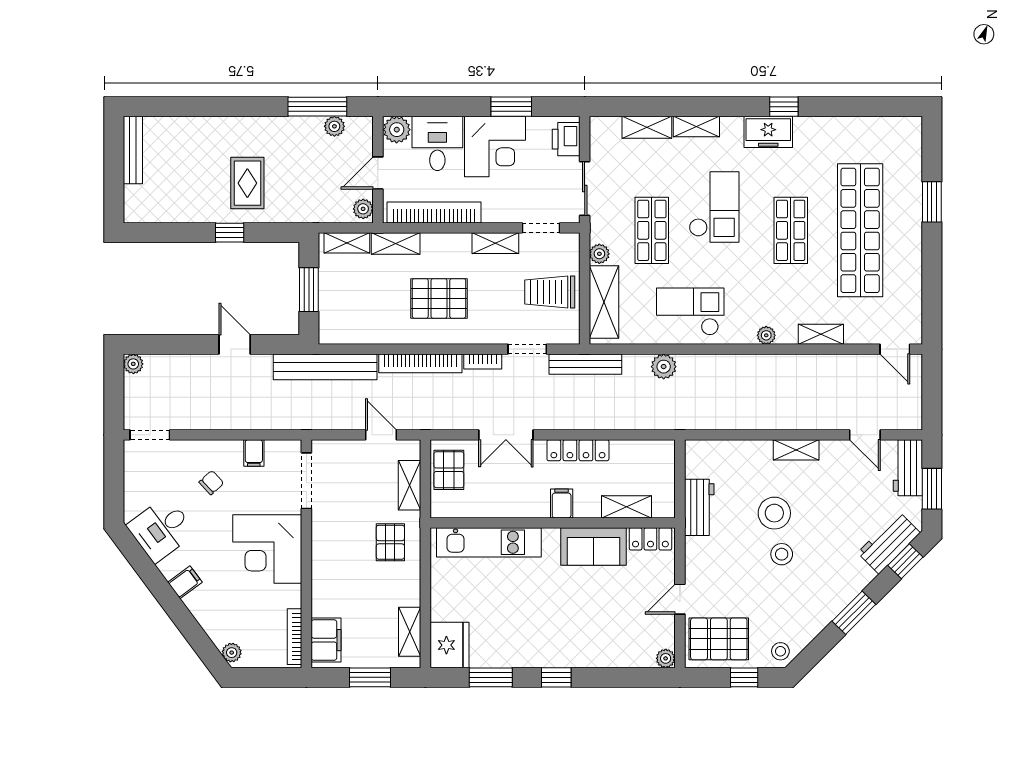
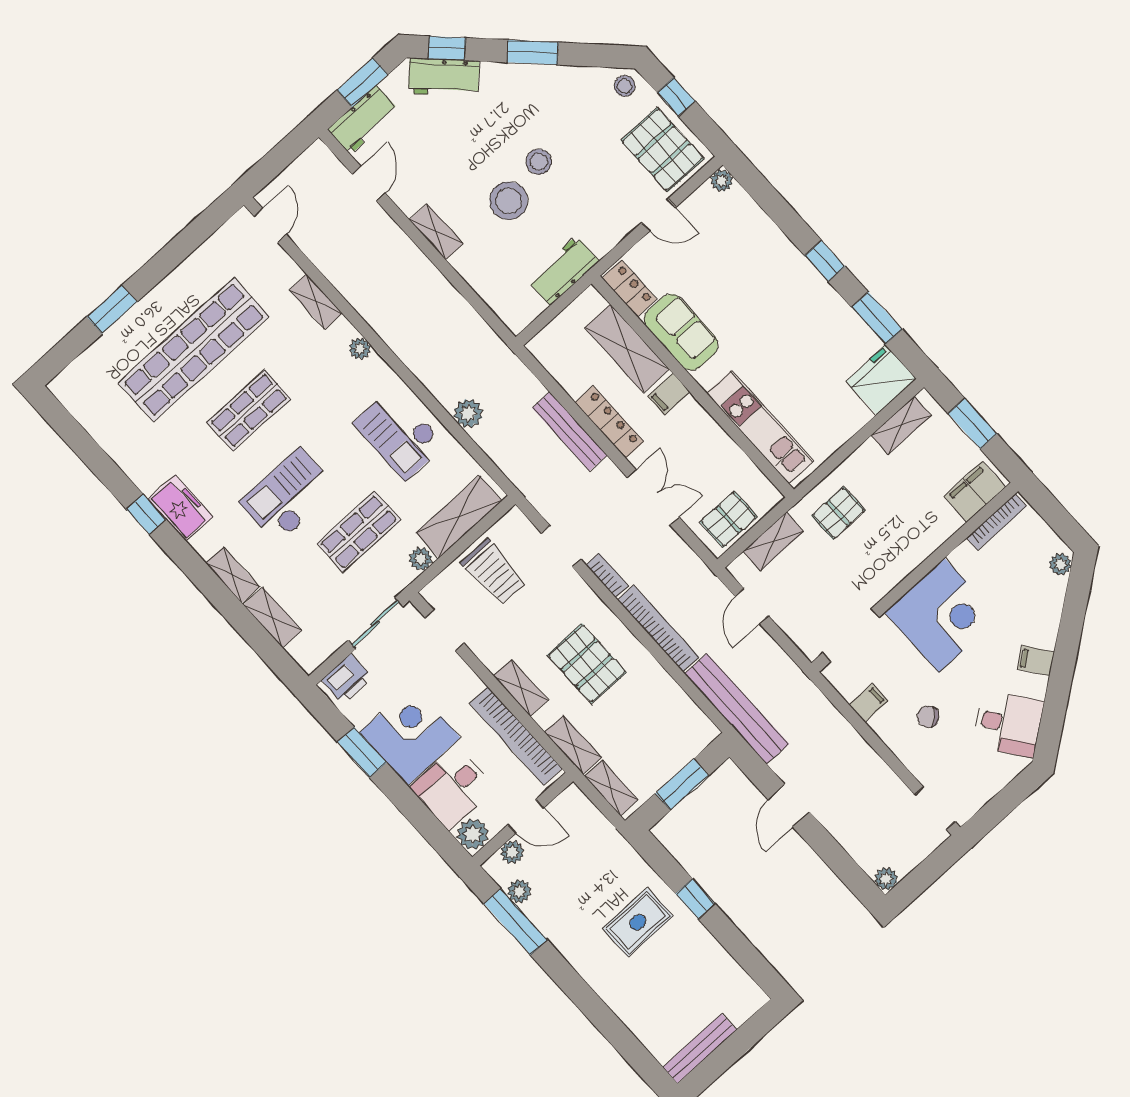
plant: (363, 209) -> (512, 852), moved
shelving: (495, 243) -> (521, 688), moved
bench: (585, 364) -> (570, 431), moved
shelving: (627, 507) -> (627, 348), width x1.50, depth x1.33

